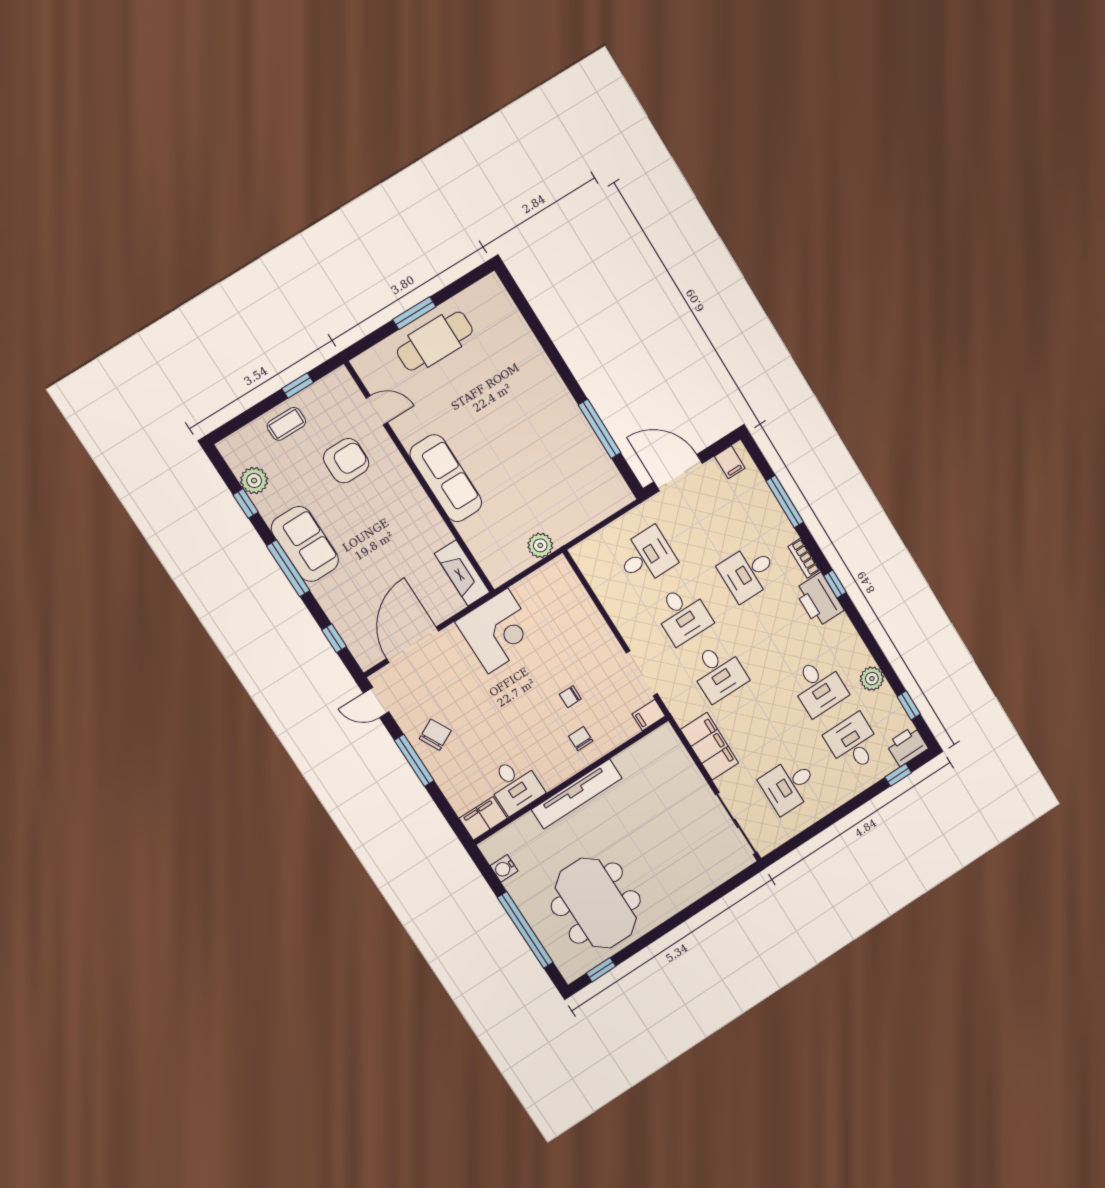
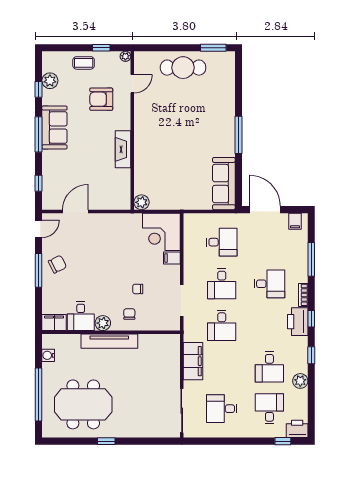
window: (414, 313) -> (213, 48), moved
plant: (341, 376) -> (125, 56), added
door: (377, 410) -> (132, 84), hinge flipped
window: (600, 429) -> (238, 135), moved
armchair: (346, 461) -> (101, 99), turned 180
sofa: (446, 478) -> (224, 184), moved, turned 180
plant: (540, 545) -> (142, 202), moved
desk: (748, 572) -> (269, 284), turned 180
fireplace: (462, 573) -> (123, 149), moved
corner desk: (498, 631) -> (161, 232), moved, turned 90
door: (413, 645) -> (75, 211), width x0.73
door: (376, 702) -> (39, 229), swing flipped
window: (909, 705) -> (311, 355), moved
filing cabinet: (649, 715) -> (172, 258), moved
plant: (552, 775) -> (103, 323), added
meeting table: (596, 903) -> (83, 404), turned 90
window: (601, 970) -> (106, 441), moved

